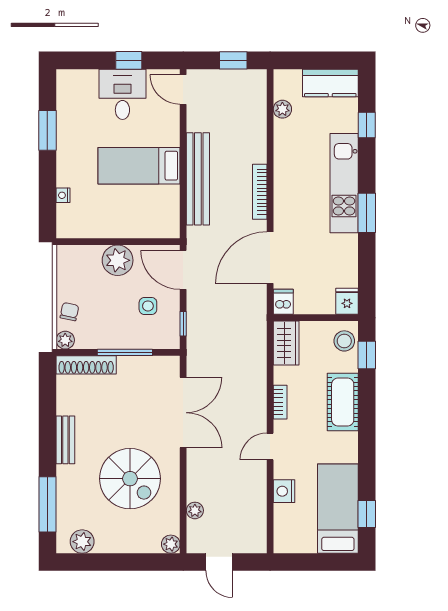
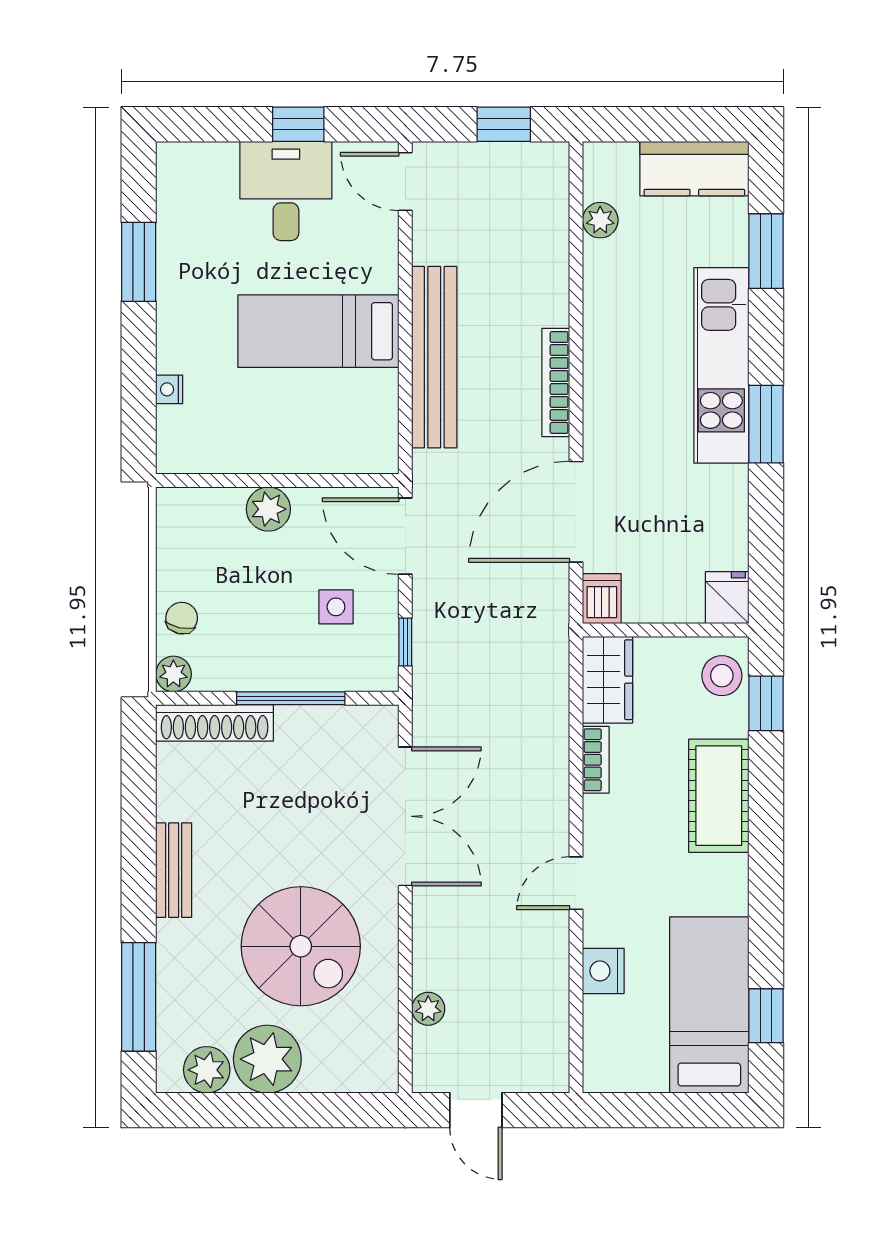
window: (367, 125) -> (766, 251), width x1.50
plant: (118, 260) -> (268, 509), width x0.73, depth x0.73
bookcase: (280, 402) -> (596, 760), moved
plant: (171, 544) -> (267, 1059), moved, width x1.87, depth x1.87

